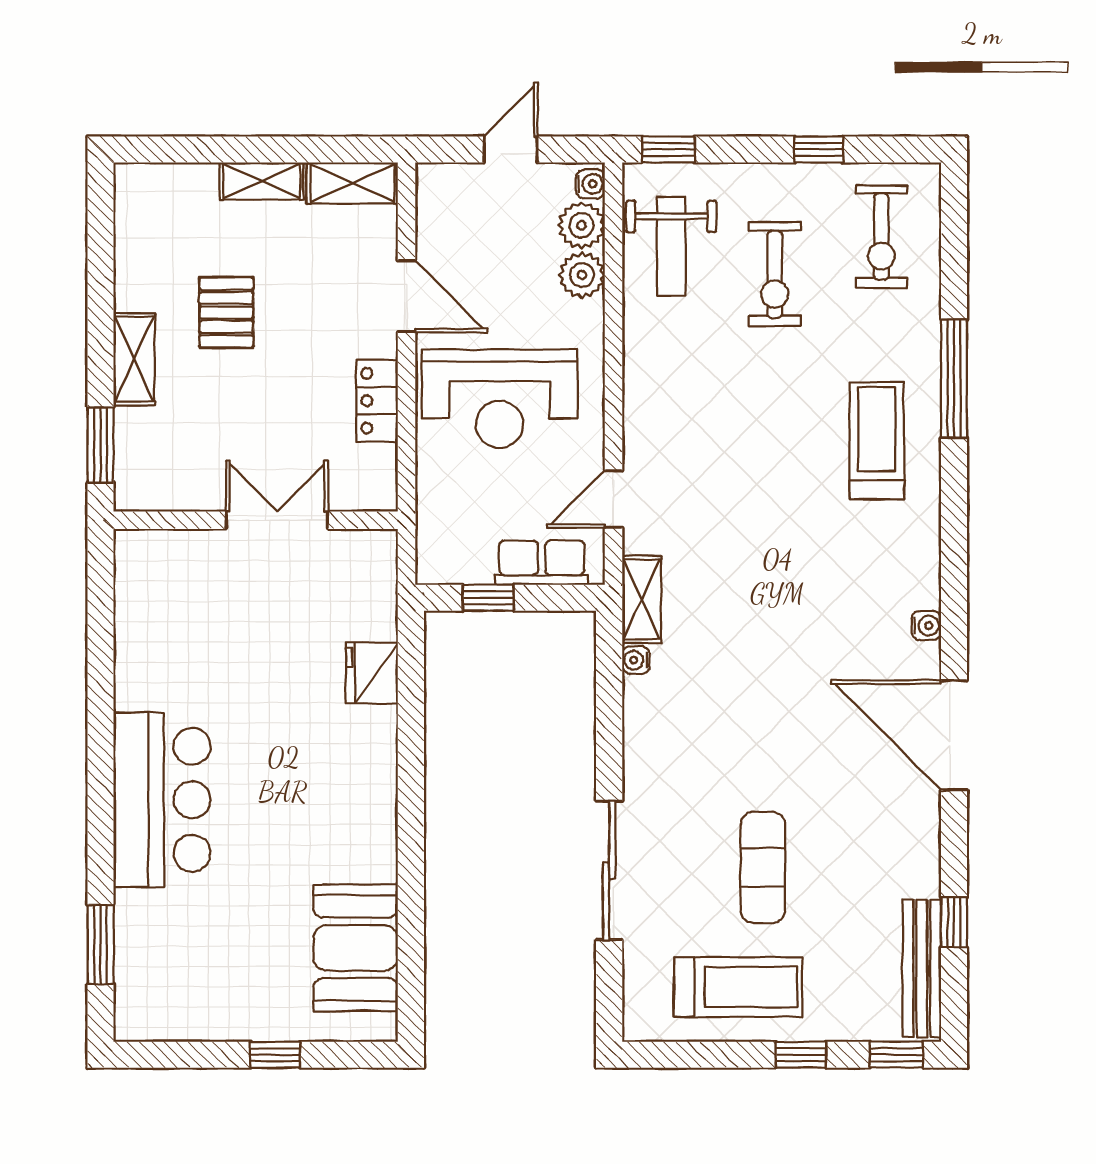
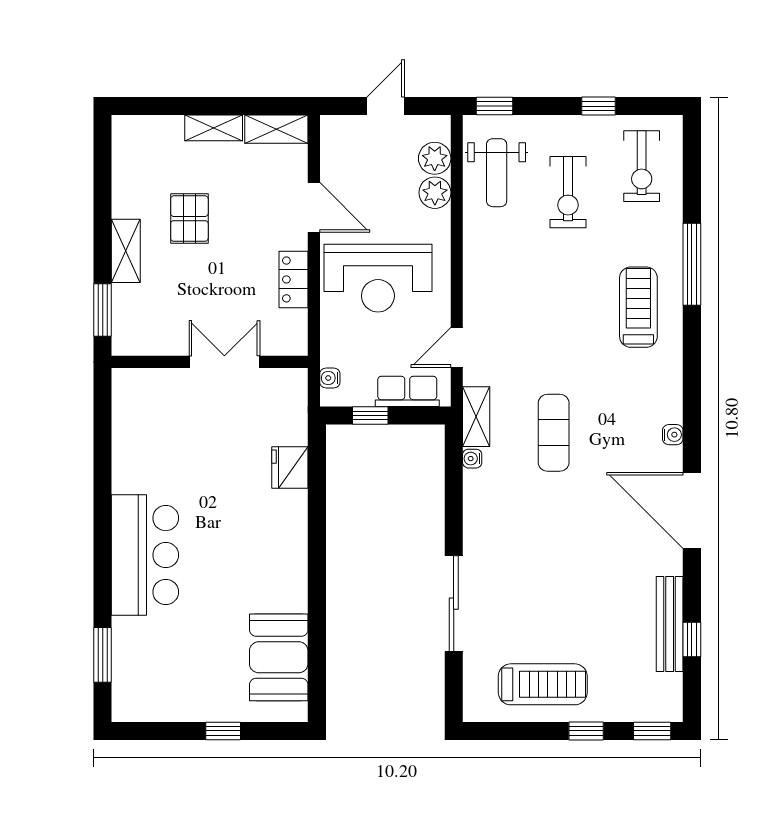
water cooler: (590, 184) -> (330, 378), moved, turned 180
exercise mat: (763, 867) -> (554, 433), moved
bench: (922, 968) -> (670, 624), moved

